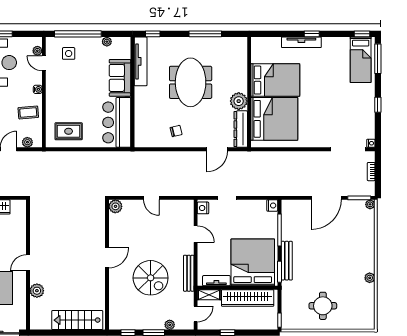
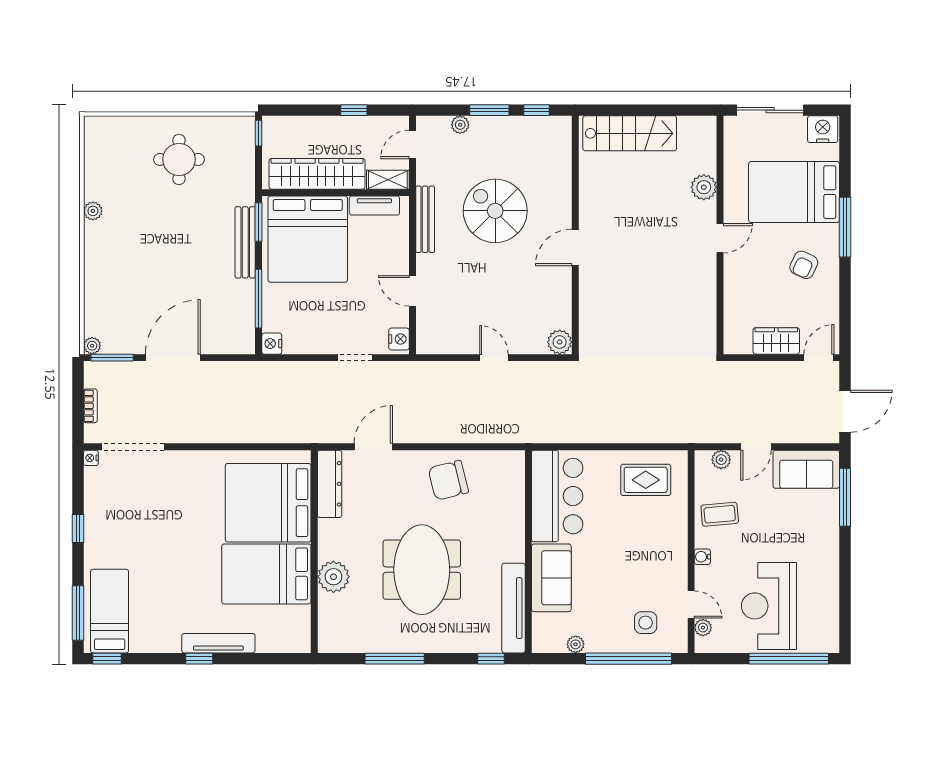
plant: (239, 101) -> (333, 577), moved
chair: (176, 131) -> (448, 480), width x1.87, depth x1.87

